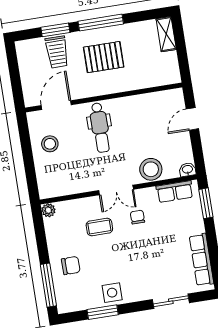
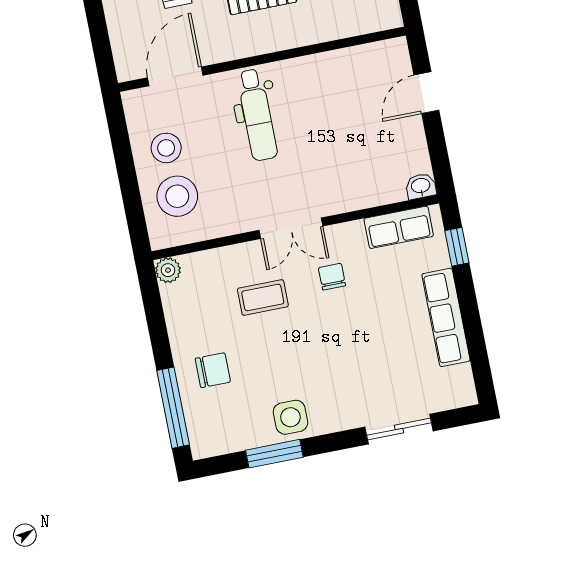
stool: (151, 169) -> (177, 196), moved
window: (206, 203) -> (457, 247), width x0.67
row of seats: (201, 260) -> (446, 317), moved

